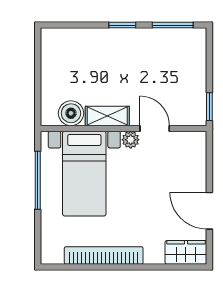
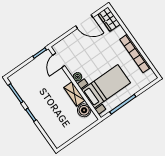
door: (155, 128) -> (59, 60), moved
door: (209, 211) -> (84, 22), hinge flipped

